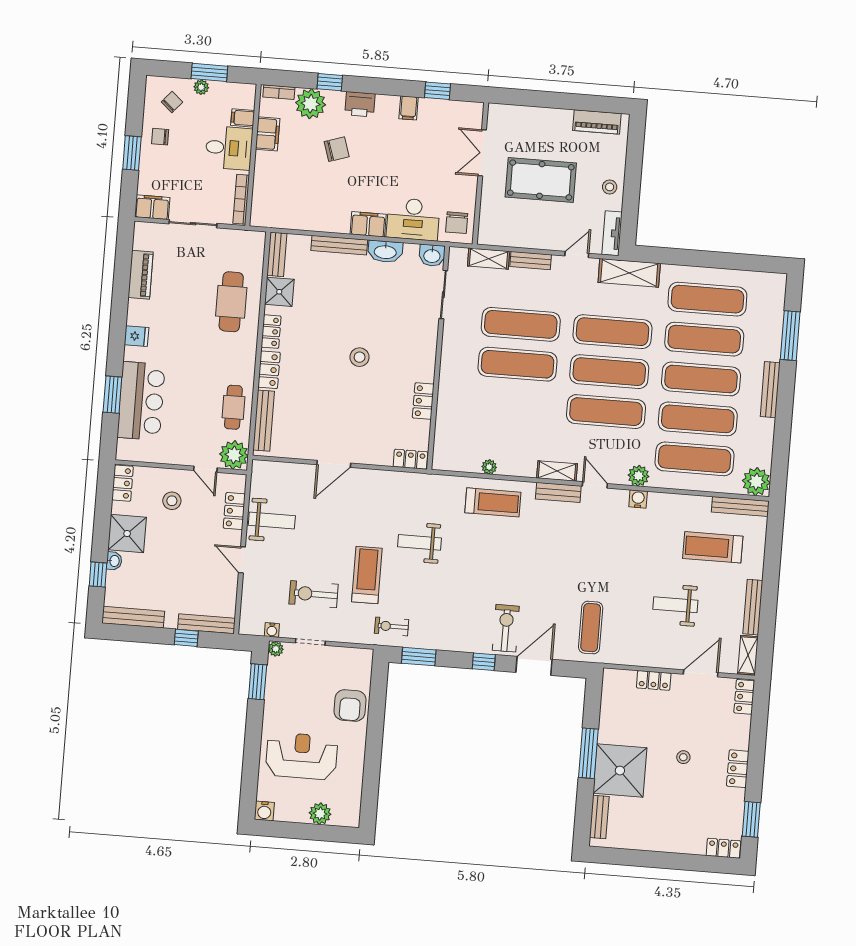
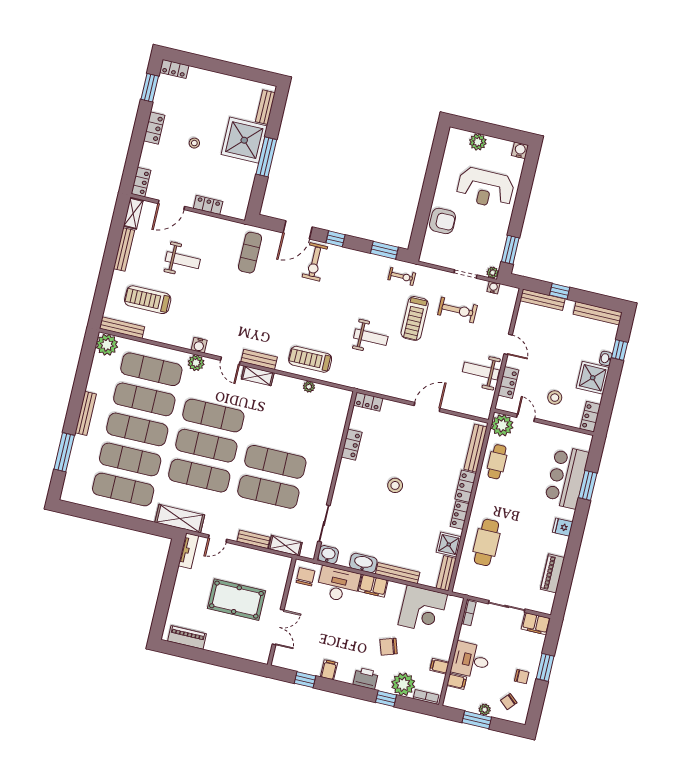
filing cabinet: (268, 134) -> (439, 666), width x0.50
stool: (610, 187) -> (185, 586), removed
bookcase: (241, 199) -> (469, 613), width x0.64
corner desk: (300, 203) -> (423, 609), added
treadmill: (713, 547) -> (148, 300), turned 180
armchair: (350, 705) -> (443, 221), turned 90

